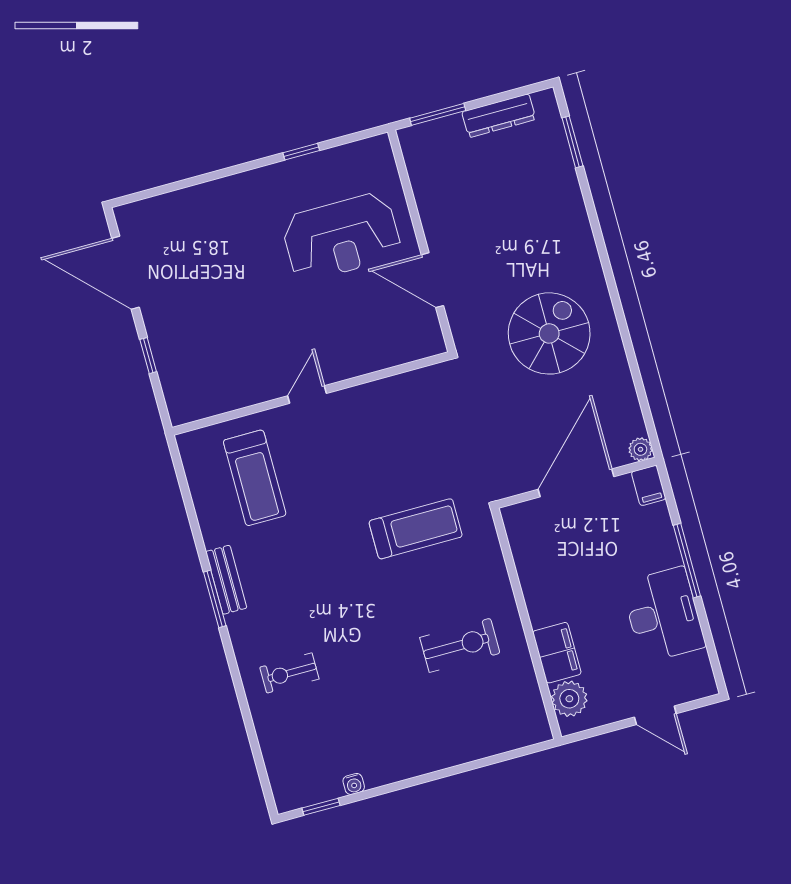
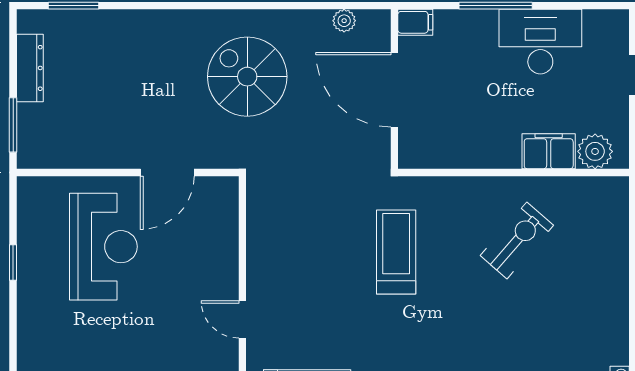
plant: (640, 449) -> (344, 21), moved
exercise bike: (460, 645) -> (517, 240), turned 41

